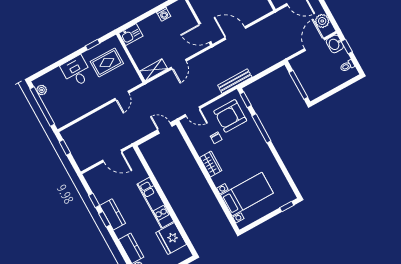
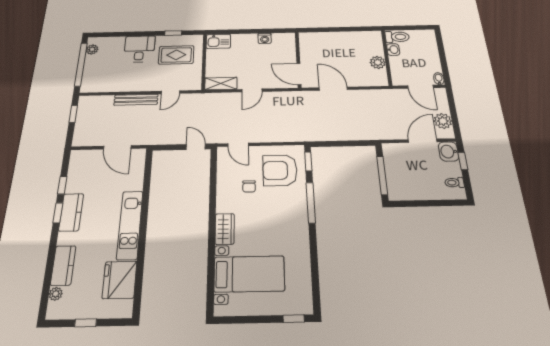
bench: (235, 81) -> (136, 100), moved
wardrobe: (211, 164) -> (225, 229), moved

